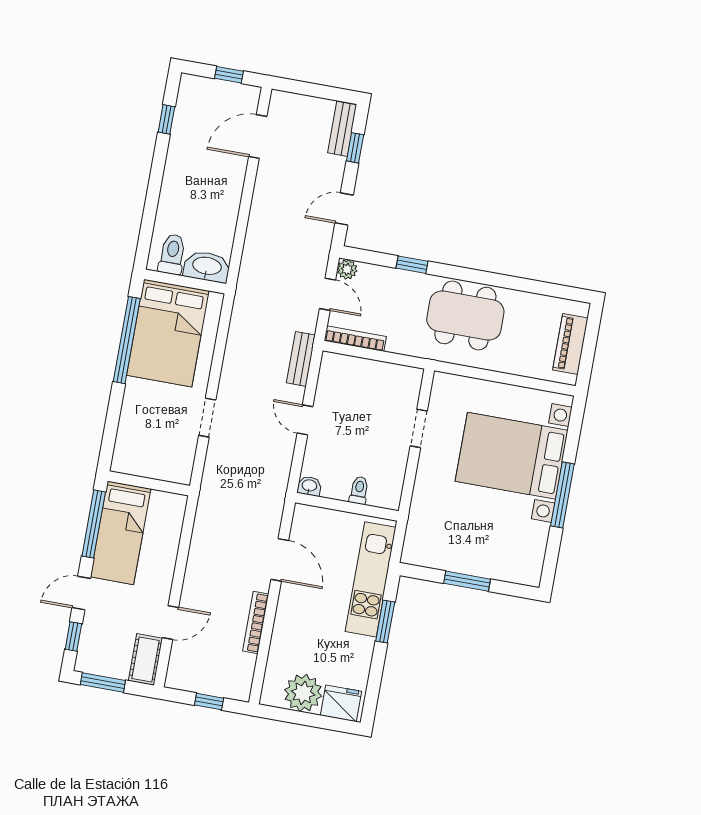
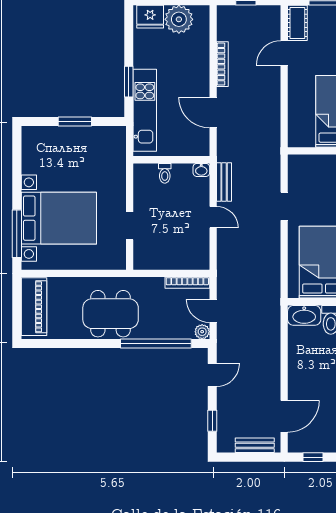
bench: (342, 129) -> (255, 445), moved, turned 90
window: (412, 265) -> (156, 344), width x3.17
piano: (570, 344) -> (34, 307), width x1.37, depth x1.33
bench: (301, 359) -> (224, 182), moved
window: (562, 495) -> (17, 234), moved

